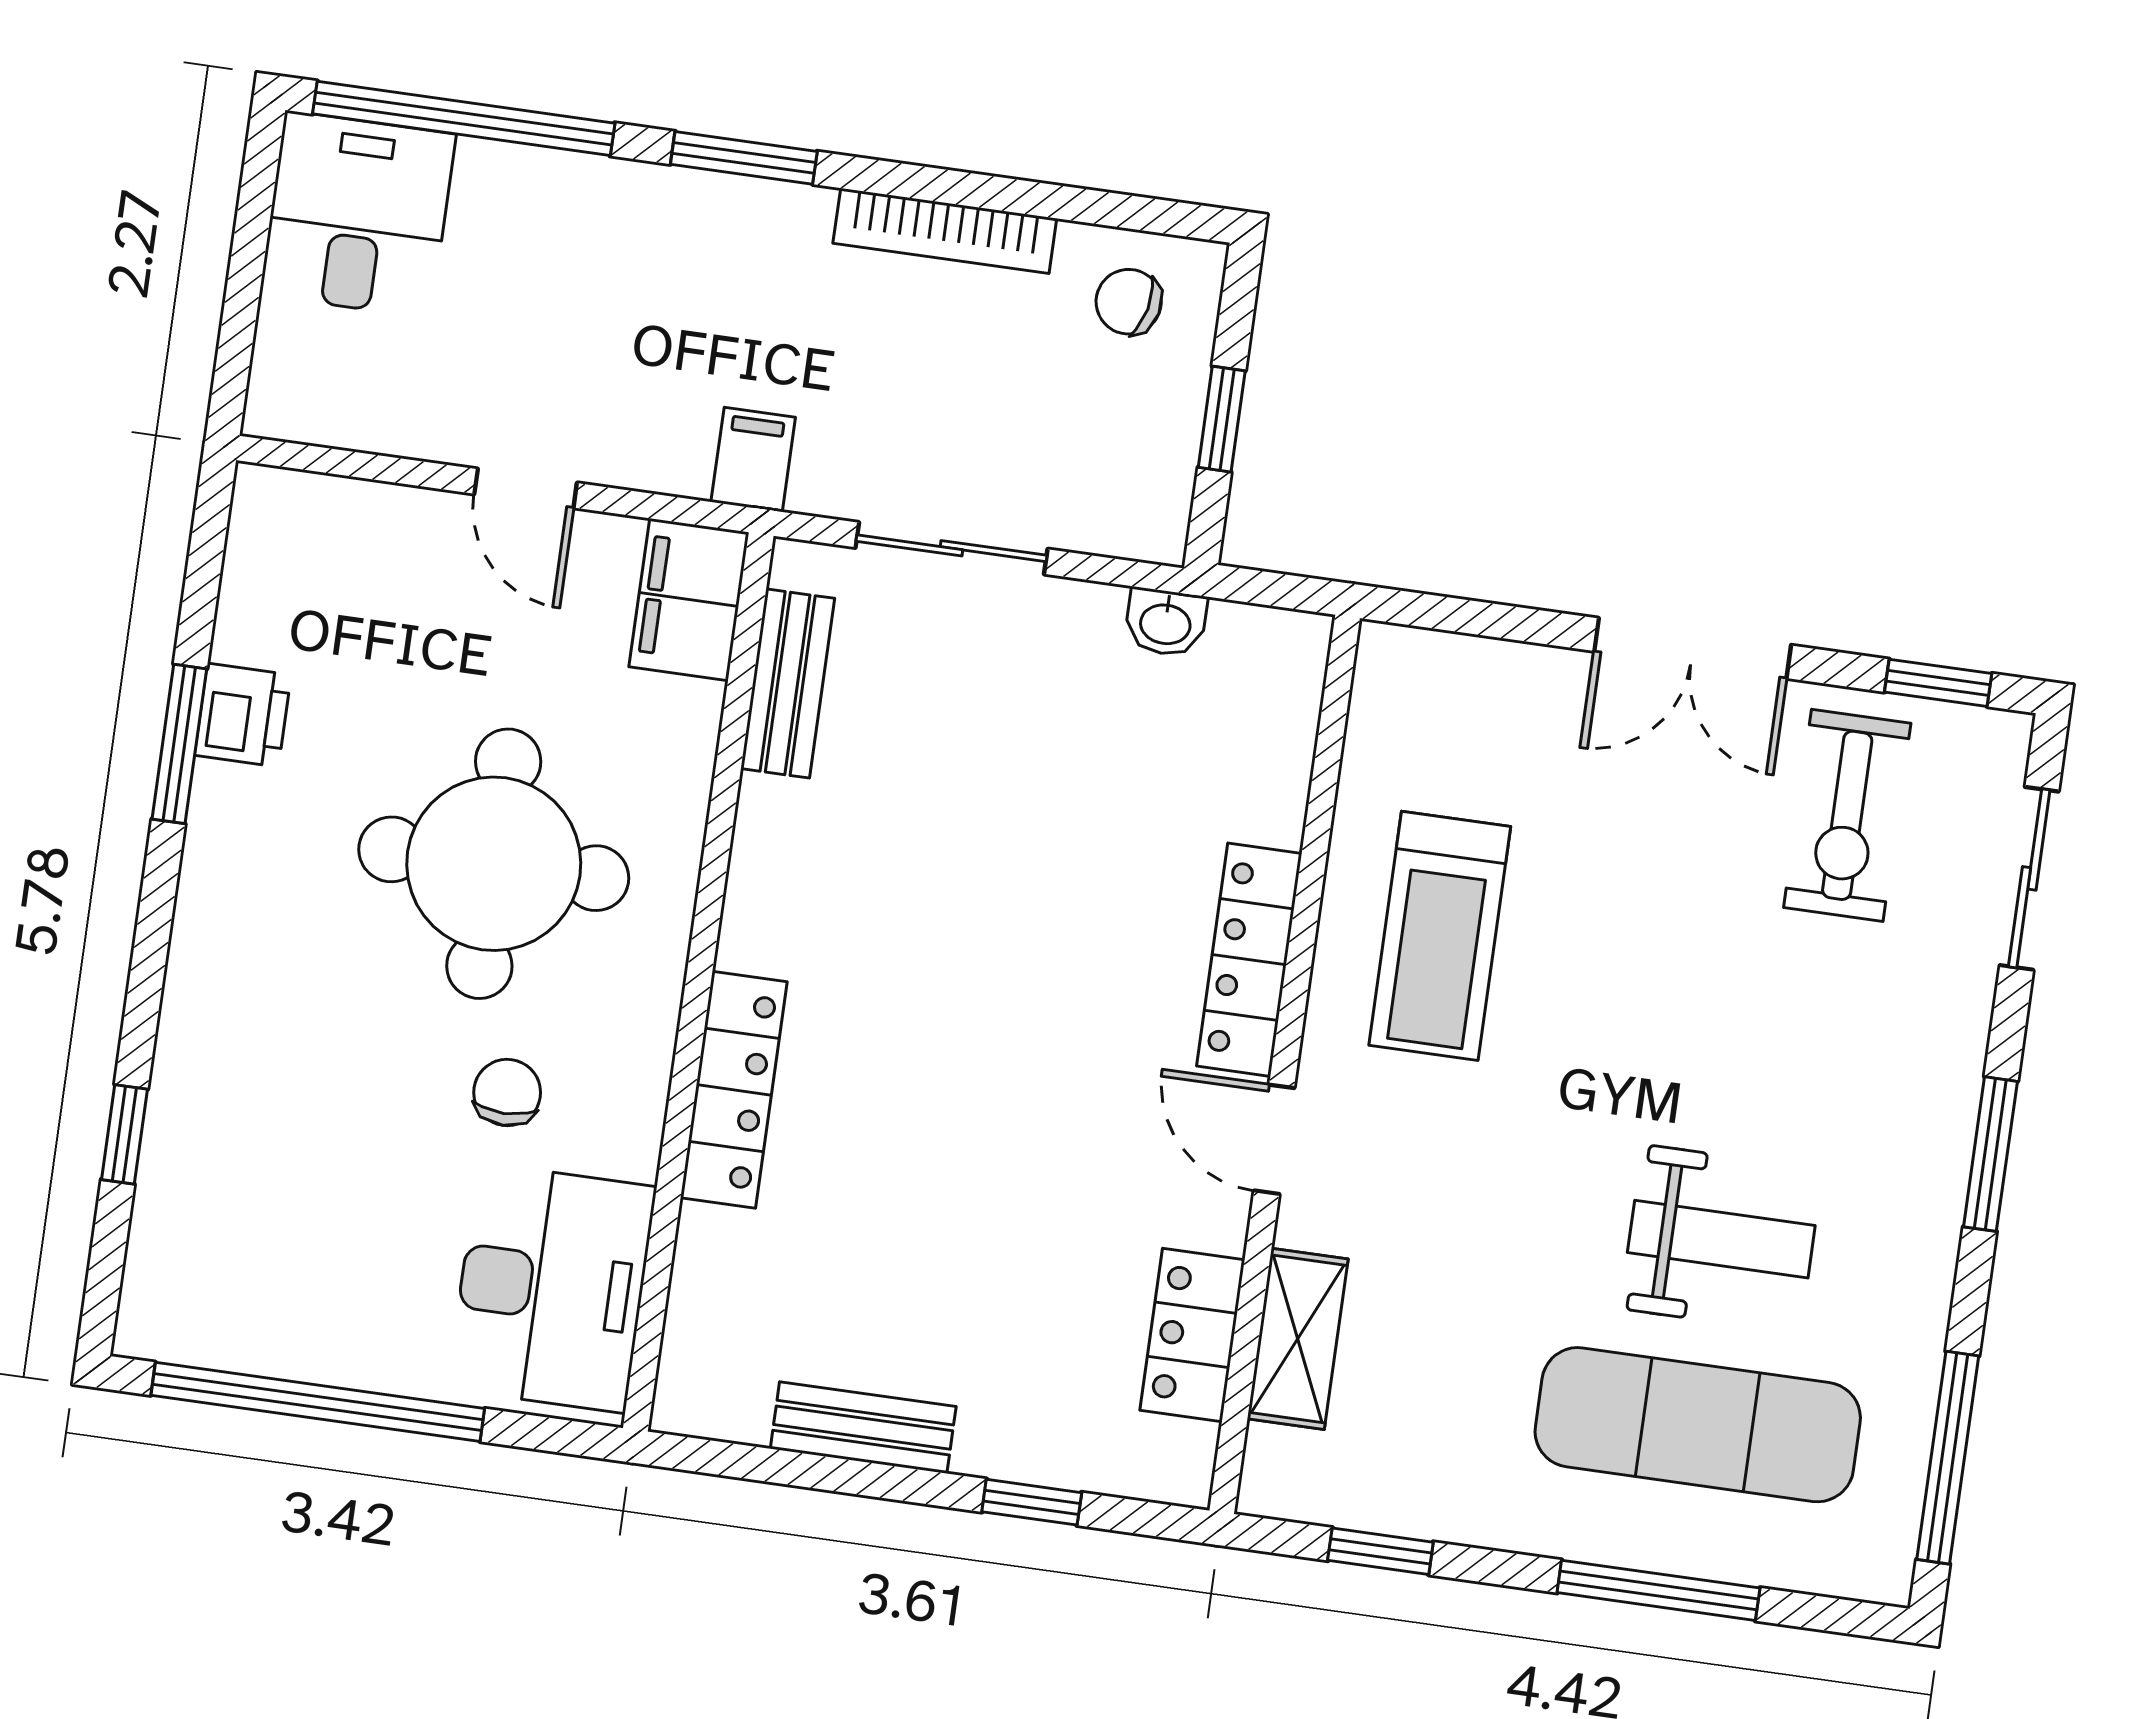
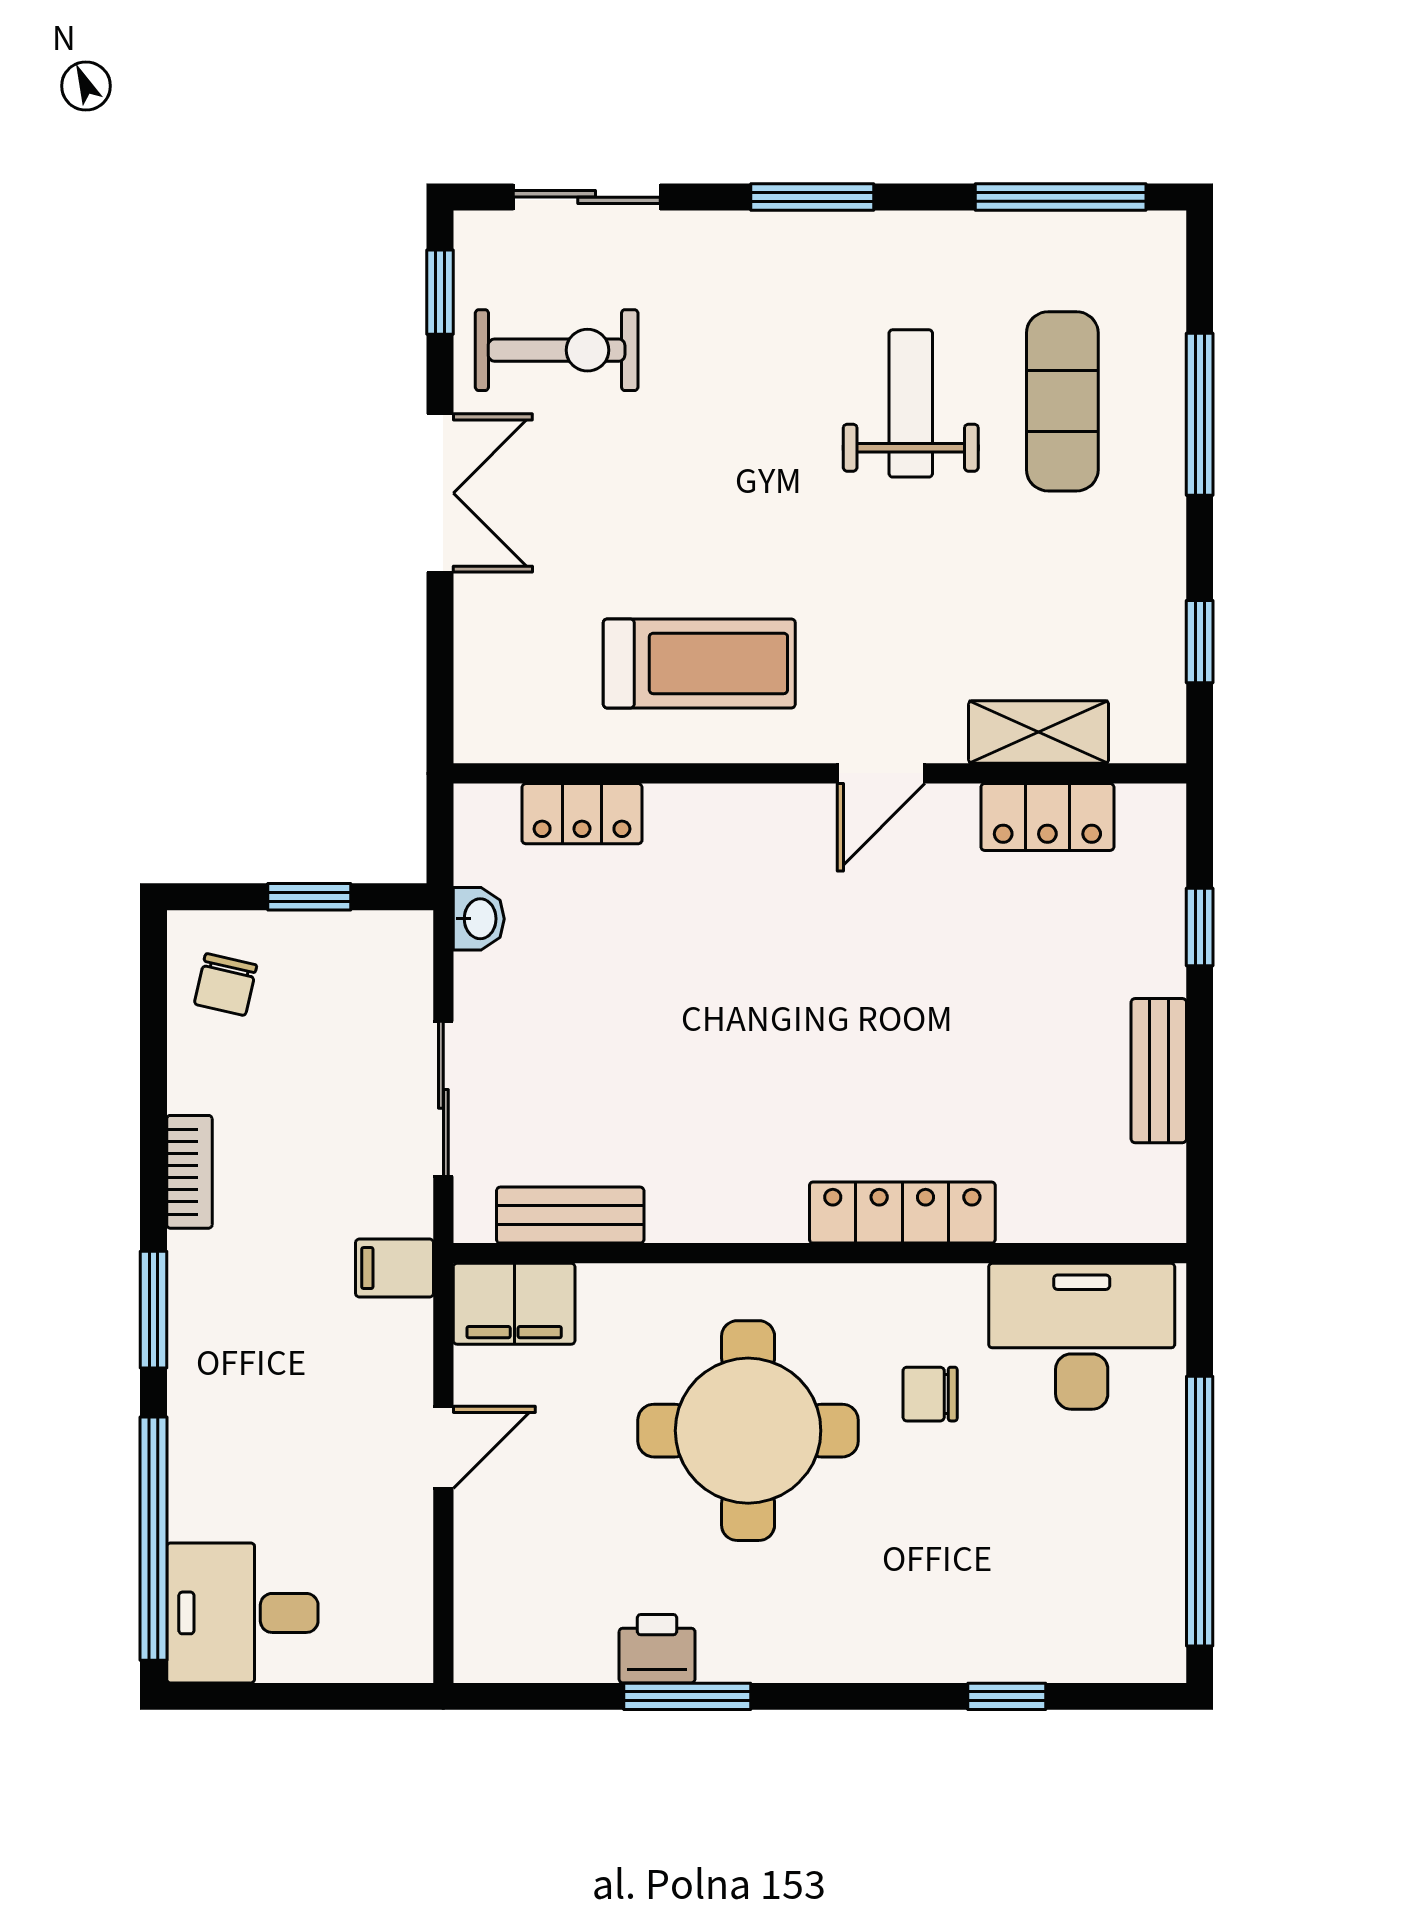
bookcase: (945, 231) -> (189, 1172), width x0.64
locker: (1249, 960) -> (582, 814), moved, width x0.66
exercise mat: (1698, 1425) -> (1062, 401), width x0.73, depth x0.69

